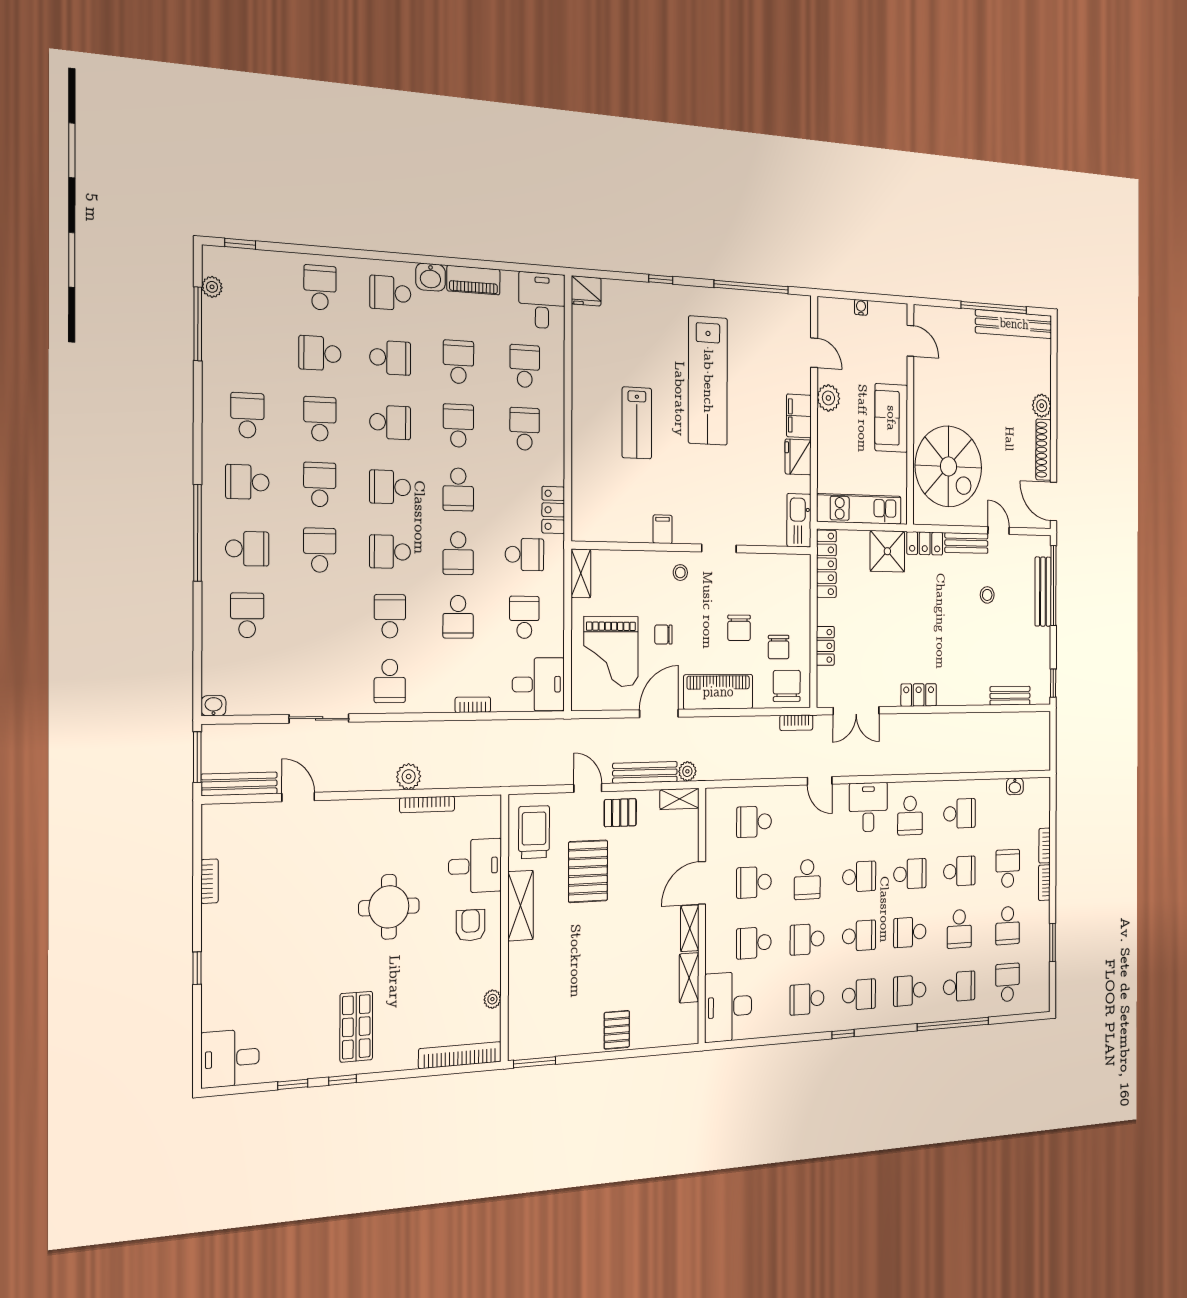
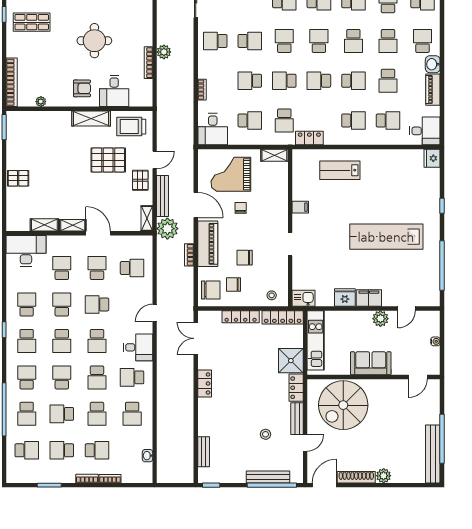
school desk: (458, 362) -> (388, 81), turned 90
lab bench: (637, 423) -> (340, 170), moved
kitchen sink: (799, 520) -> (304, 298), width x0.73
stool: (680, 573) -> (272, 295), moved
locker: (825, 646) -> (241, 317), width x1.53
bookcase: (796, 723) -> (189, 255), moved
plant: (687, 771) -> (167, 229), width x1.87, depth x1.87
school desk: (754, 822) -> (132, 268), turned 90
trolley: (534, 832) -> (131, 127), turned 180

